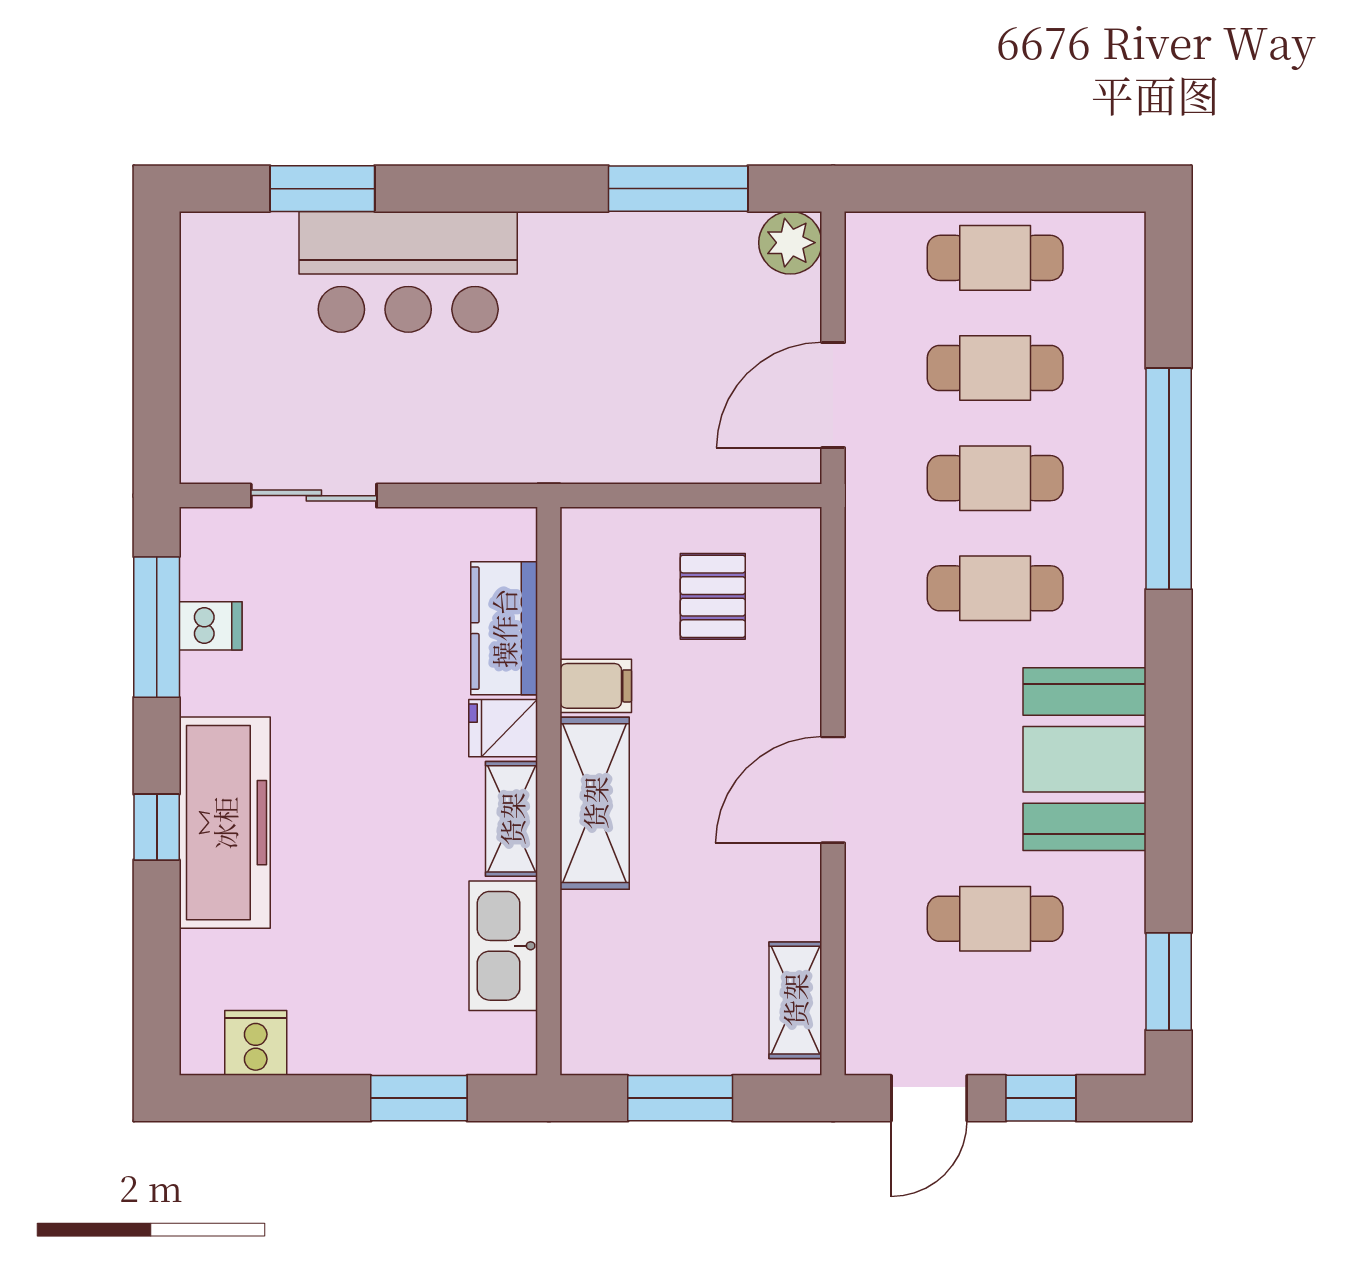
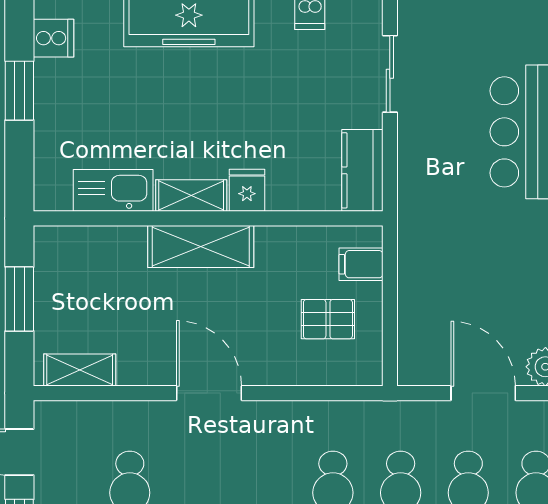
door: (833, 395) -> (483, 393), moved
kitchen counter: (504, 628) -> (362, 170), moved, turned -90
filing cabinet: (596, 686) -> (361, 264), moved, turned 90
window: (419, 1098) -> (19, 91), moved

